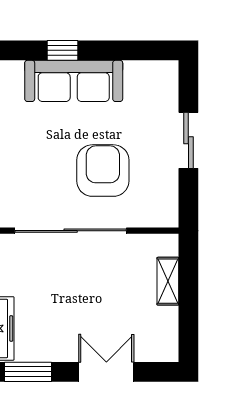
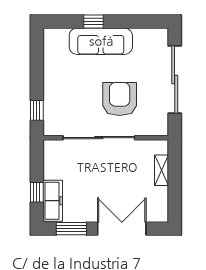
sliding door: (188, 140) -> (175, 80), width x1.86
double door: (106, 372) -> (122, 229), width x1.37

